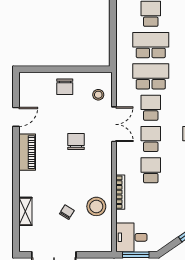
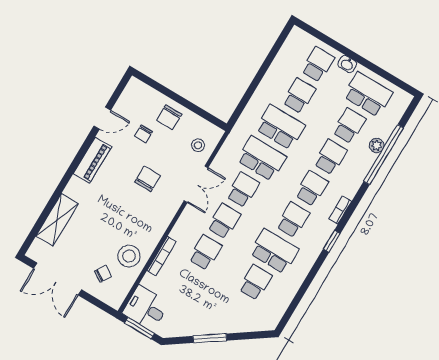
chair: (53, 110) -> (143, 134), added
shelving: (25, 211) -> (57, 220), width x1.50, depth x1.33
chair: (67, 212) -> (103, 274), moved

